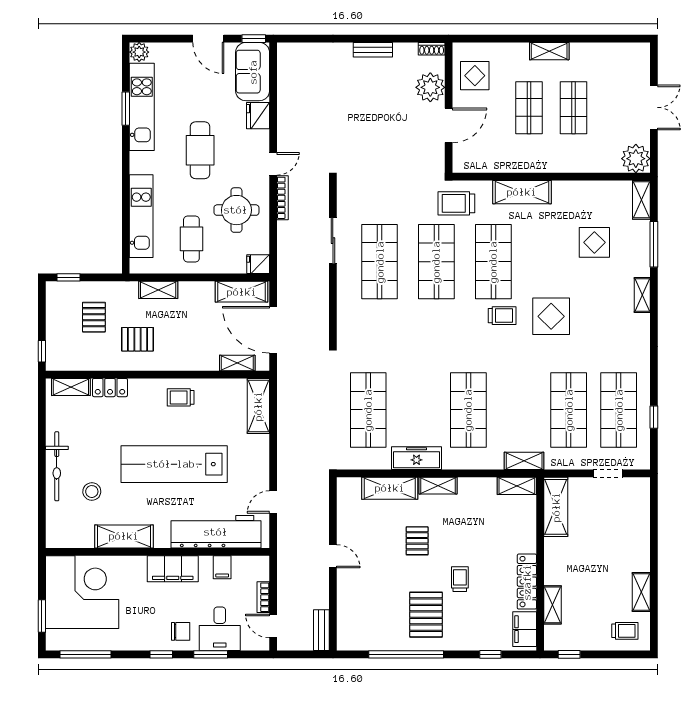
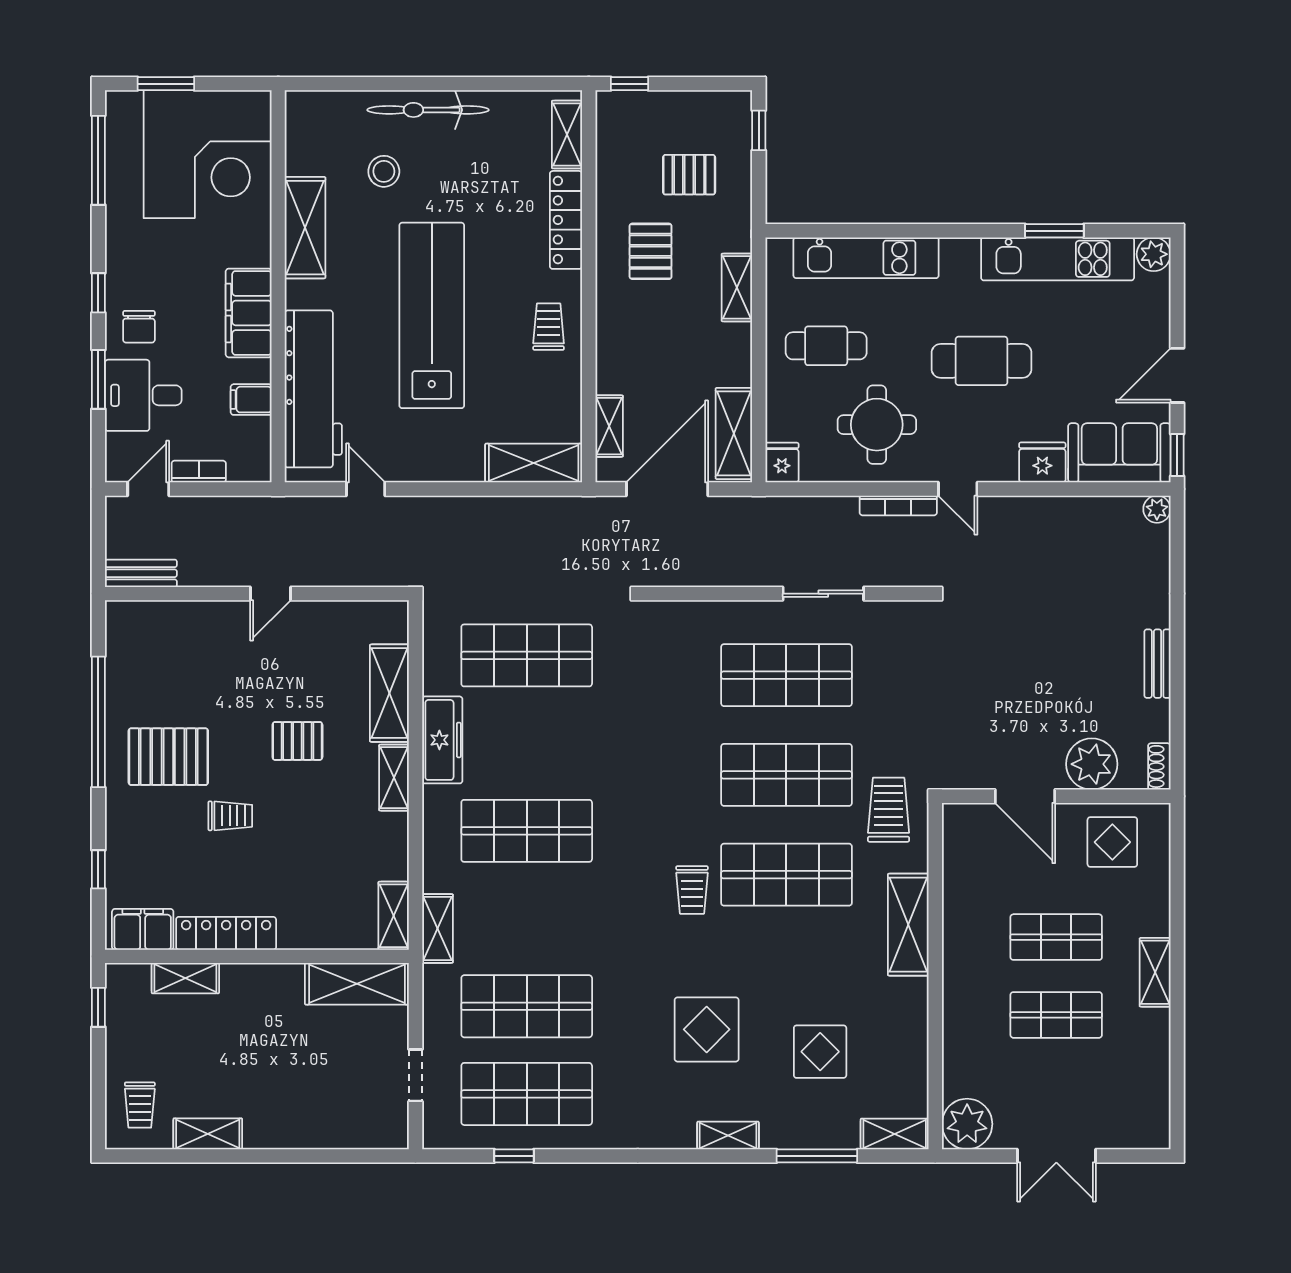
plant: (285, 50) -> (1157, 509), added
display table: (551, 316) -> (707, 1029), moved
locker: (110, 388) -> (566, 220), width x1.53

